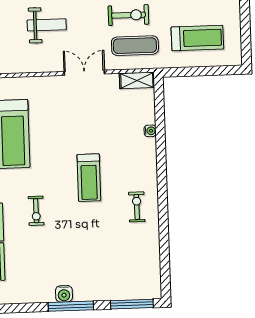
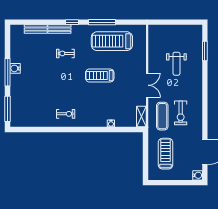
treadmill: (197, 38) -> (165, 154), turned 180
treadmill: (89, 178) -> (100, 76), moved

